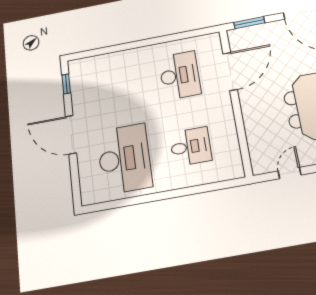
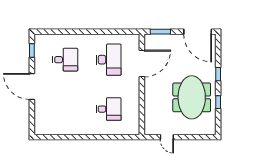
desk: (124, 159) -> (65, 60), moved, width x0.53, depth x0.77
door: (290, 173) -> (167, 137), swing flipped

